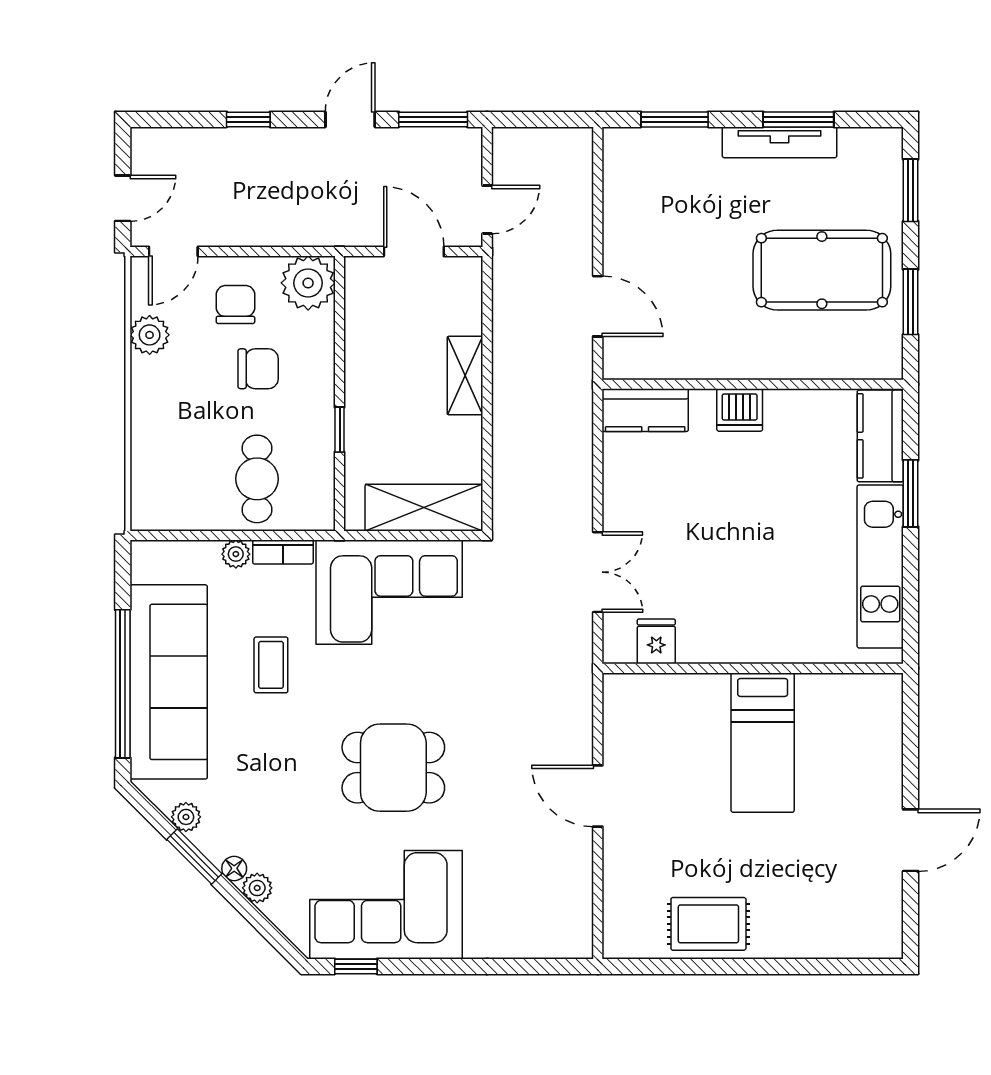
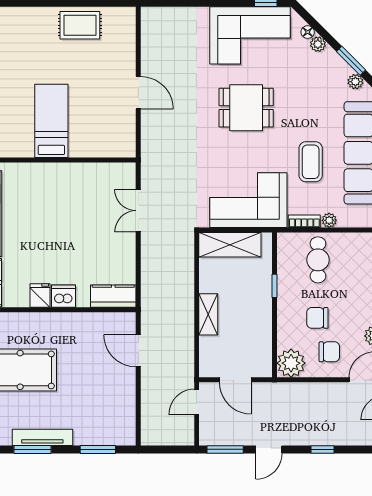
chair: (235, 305) -> (329, 352), turned -90
fridge: (656, 641) -> (40, 296), moved, turned 180
coffee table: (271, 665) -> (311, 162), width x1.36, depth x1.30
floor lamp: (234, 868) -> (308, 32), moved

